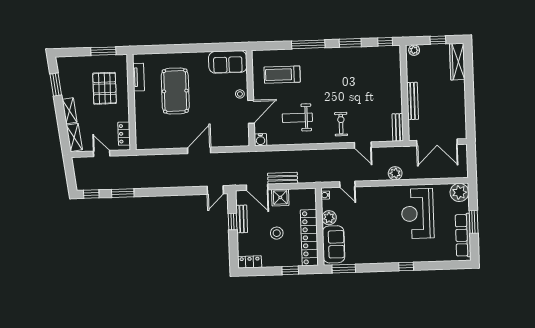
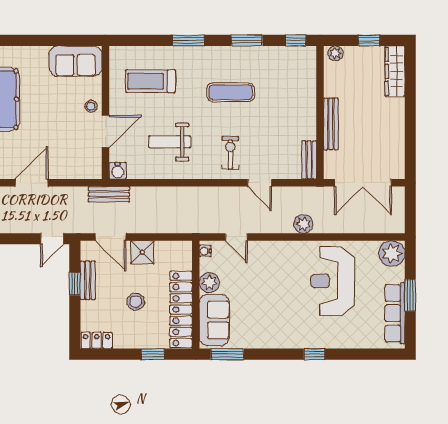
window: (308, 44) -> (188, 40), width x0.69
exercise mat: (340, 81) -> (231, 92), added
bench: (283, 178) -> (109, 194), moved

